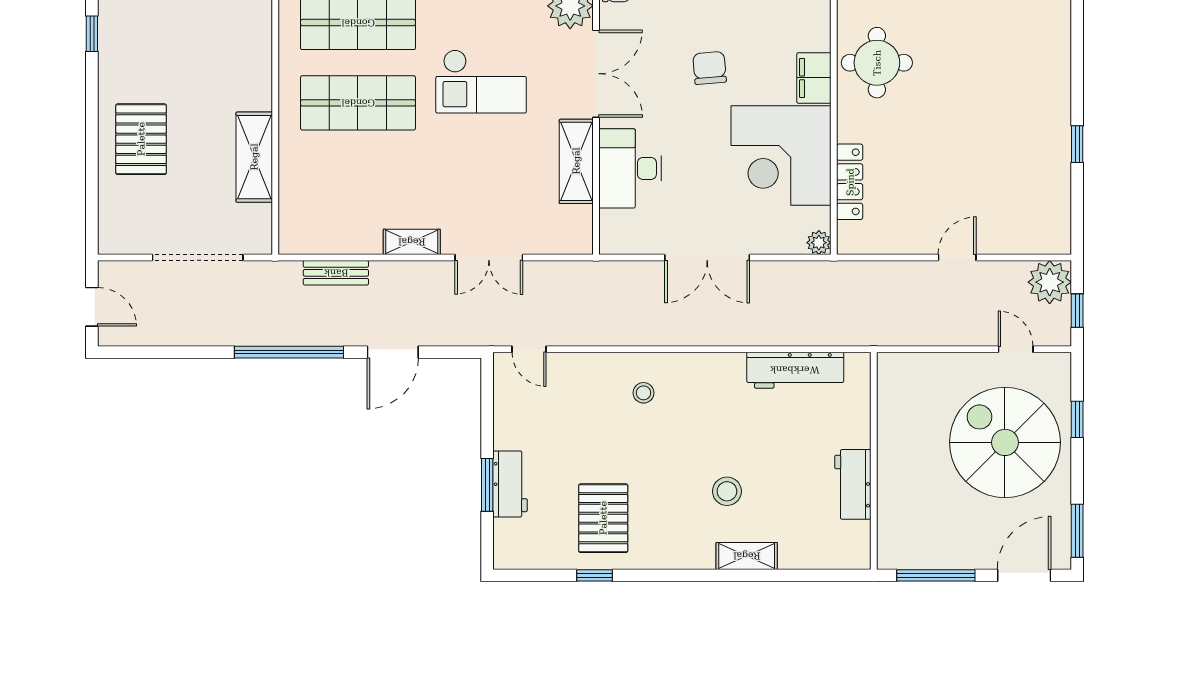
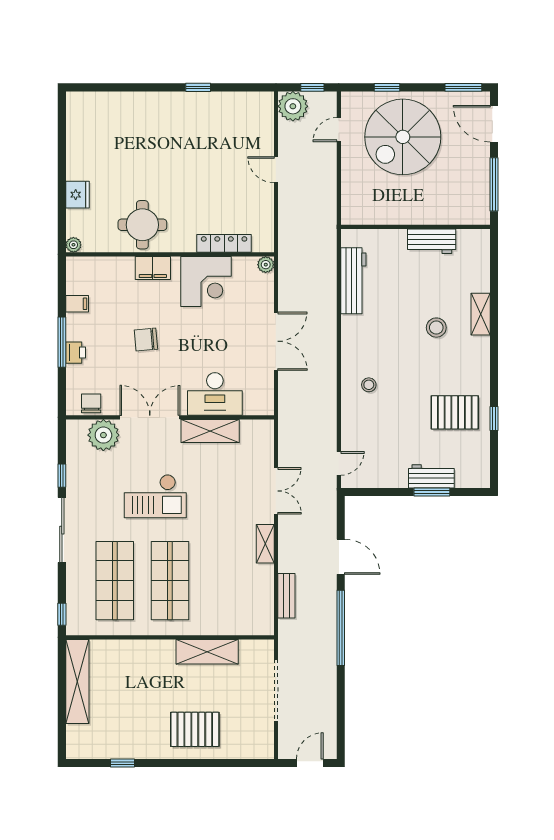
checkout: (481, 81) -> (155, 496), turned 90
corner desk: (781, 155) -> (206, 281), width x0.74, depth x0.74

